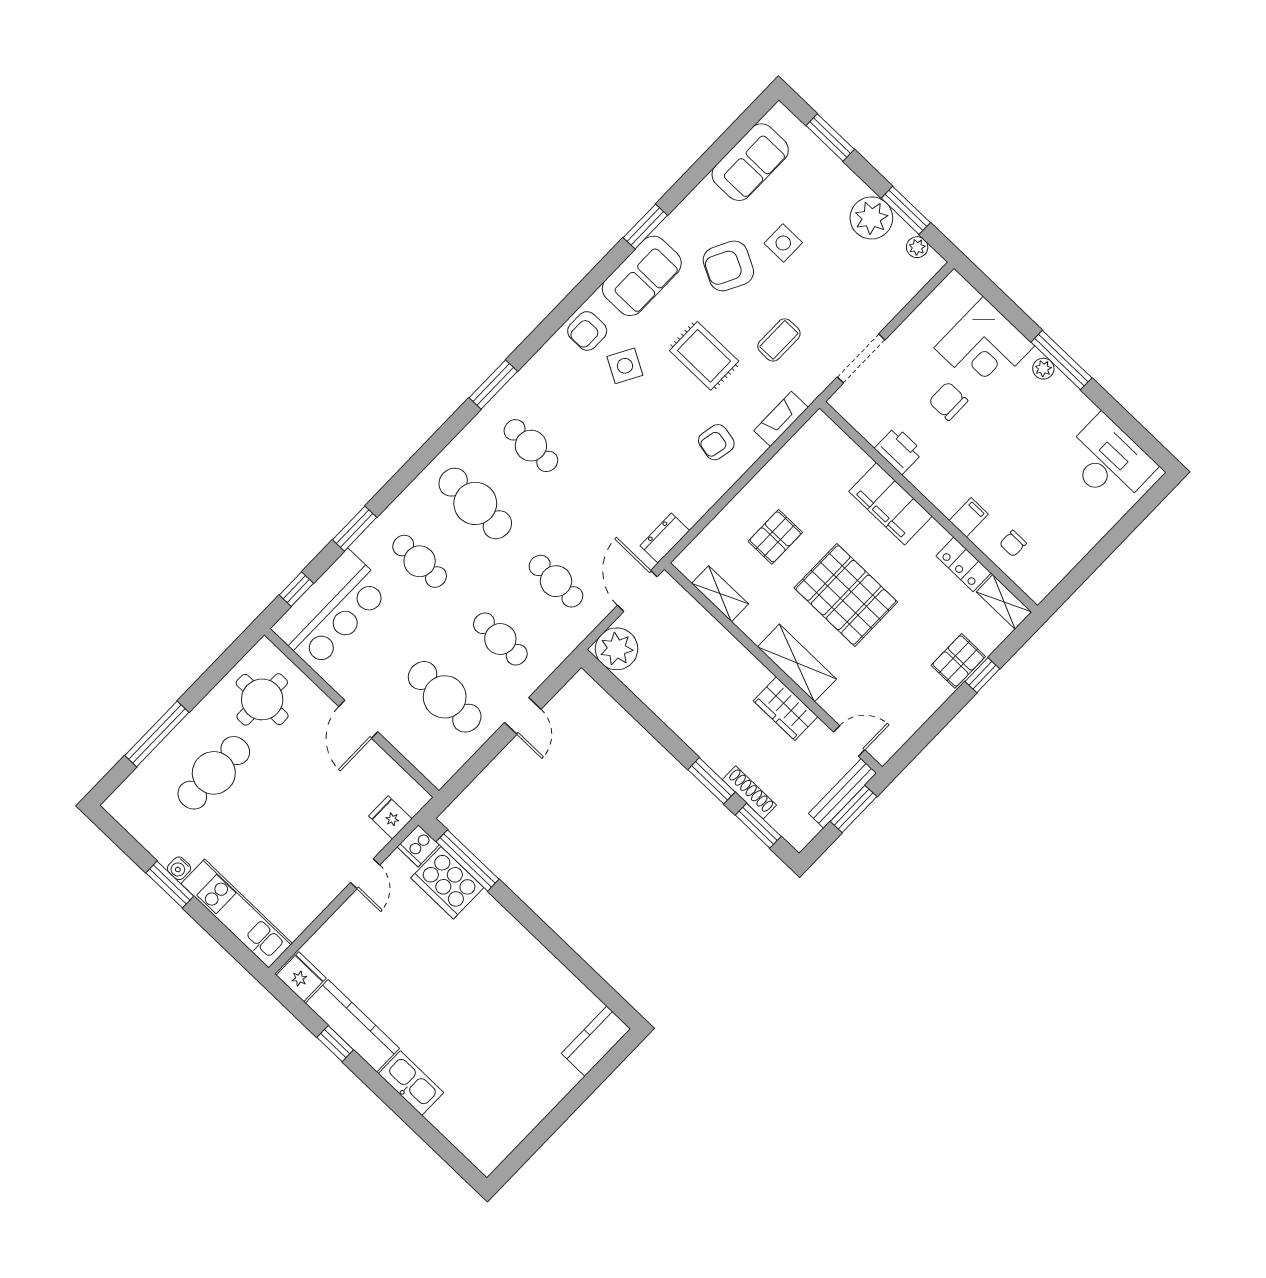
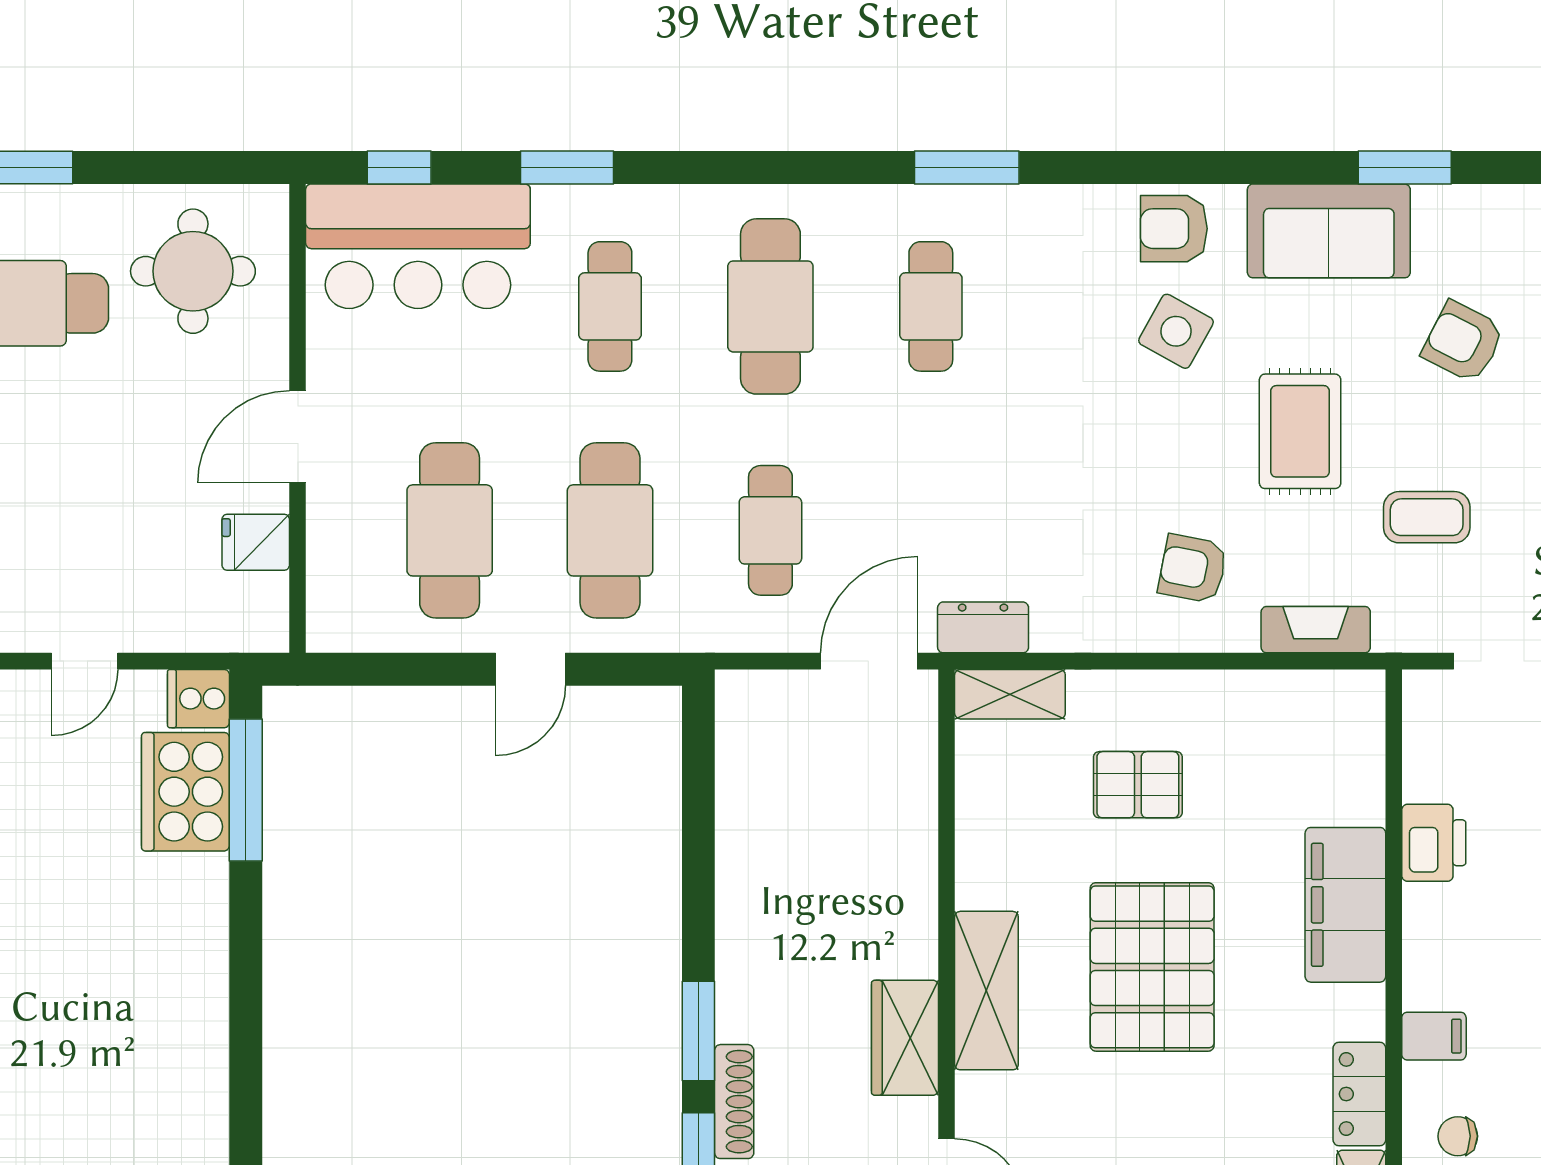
armchair: (728, 266) -> (1463, 342), width x0.72, depth x0.72
shelving: (720, 594) -> (1010, 694), moved, turned 90
cafe table: (500, 639) -> (610, 530), width x1.37, depth x1.35
plant: (617, 649) -> (757, 711), removed
fridge: (390, 817) -> (256, 542), moved, turned -90

